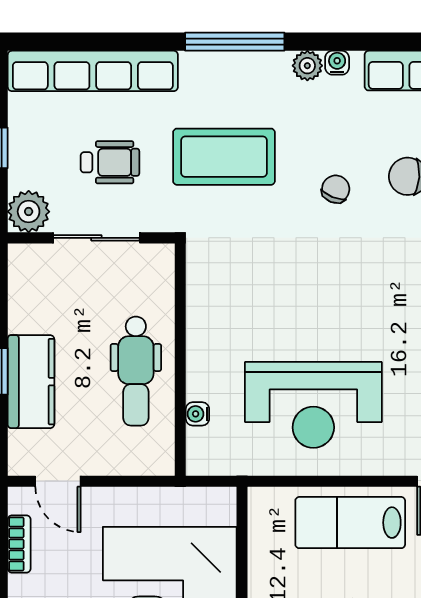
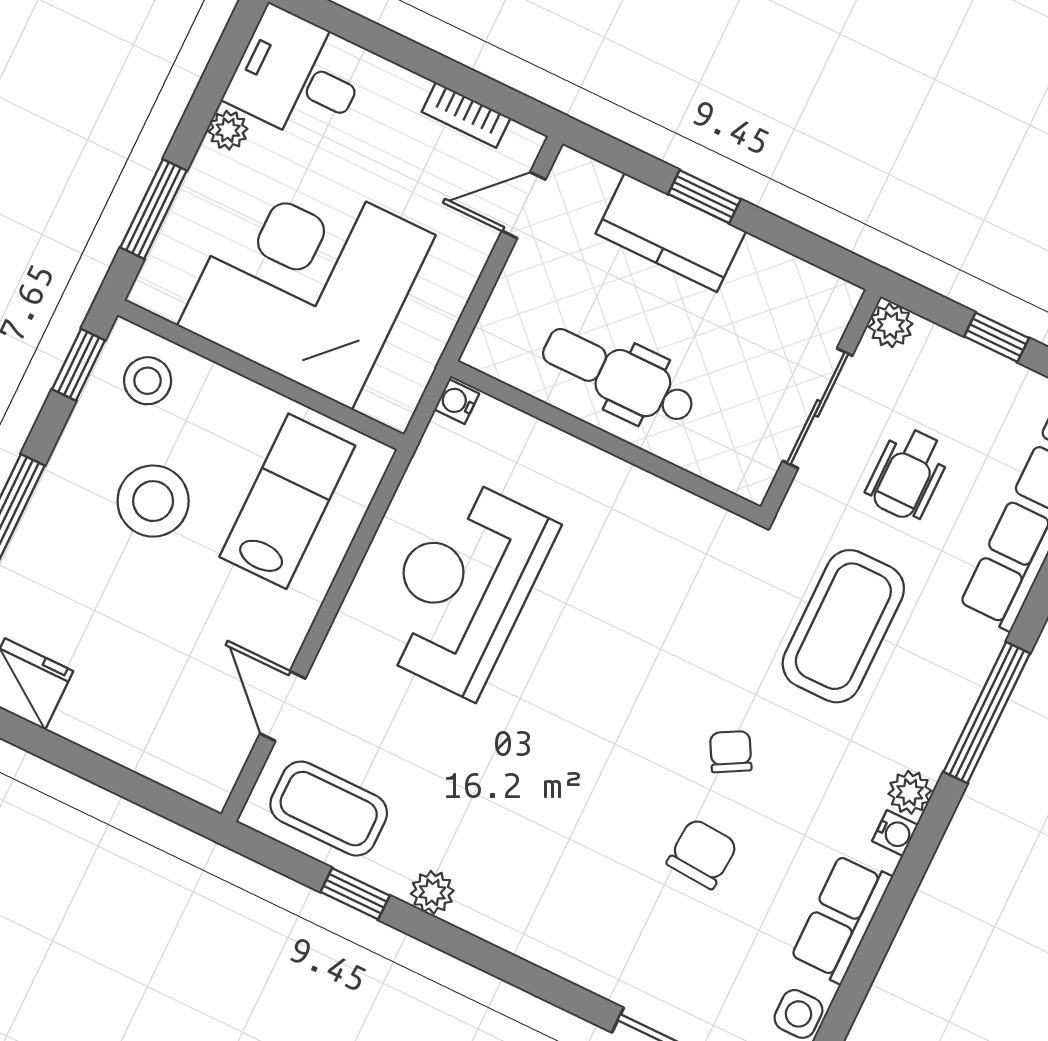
chair: (336, 189) -> (731, 752), turned -141
plant: (29, 212) -> (891, 325), width x0.73, depth x0.73
water cooler: (197, 414) -> (457, 402), moved, turned -90
lab bench: (350, 523) -> (287, 501), moved

